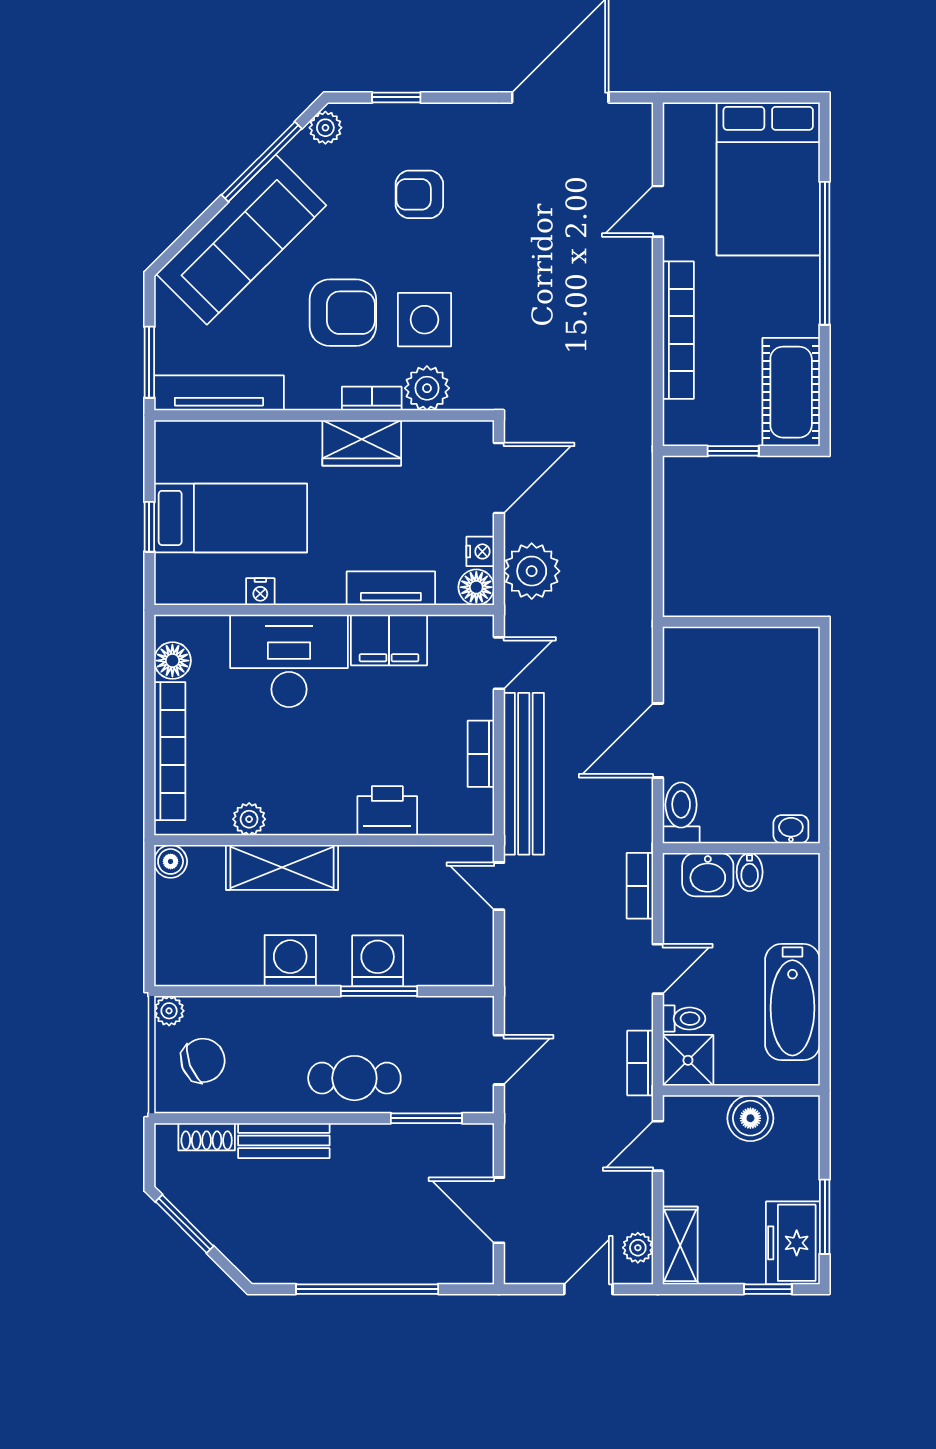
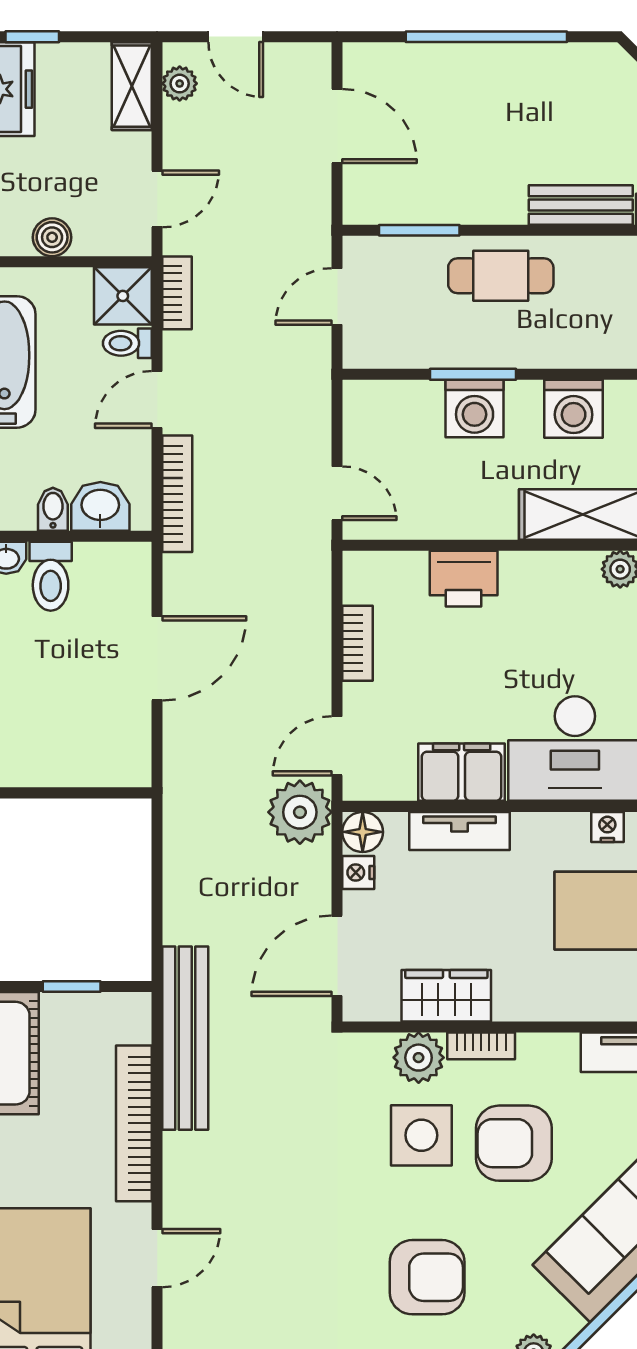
armchair: (419, 194) -> (427, 1277), width x1.38, depth x1.38
wardrobe: (362, 443) -> (446, 996), moved
plant: (532, 571) -> (300, 812), moved
bench: (524, 774) -> (185, 1038), moved
toilet: (681, 813) -> (51, 576), moved
bookcase: (640, 886) -> (177, 494), width x1.56
boiler: (750, 1118) -> (52, 237), width x0.73, depth x0.73
door: (588, 1289) -> (236, 37), hinge flipped

